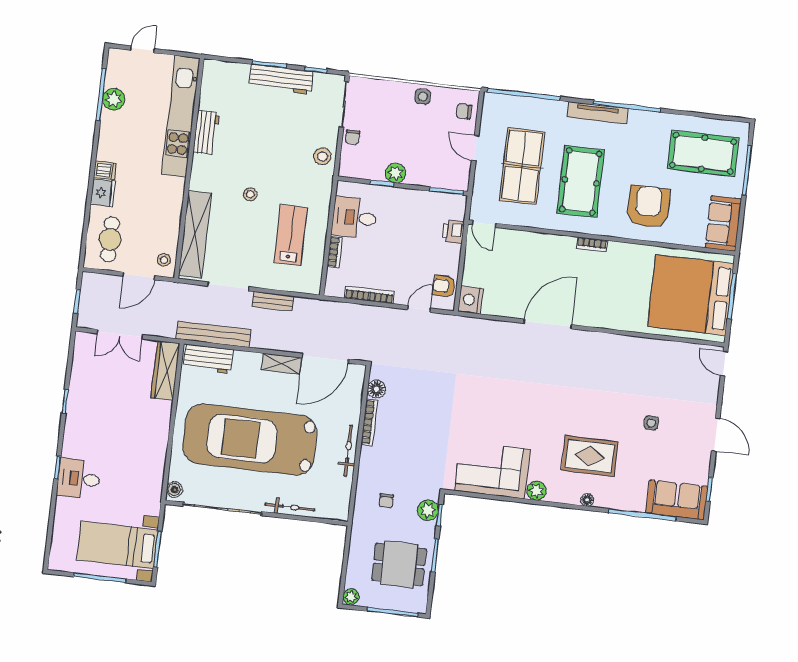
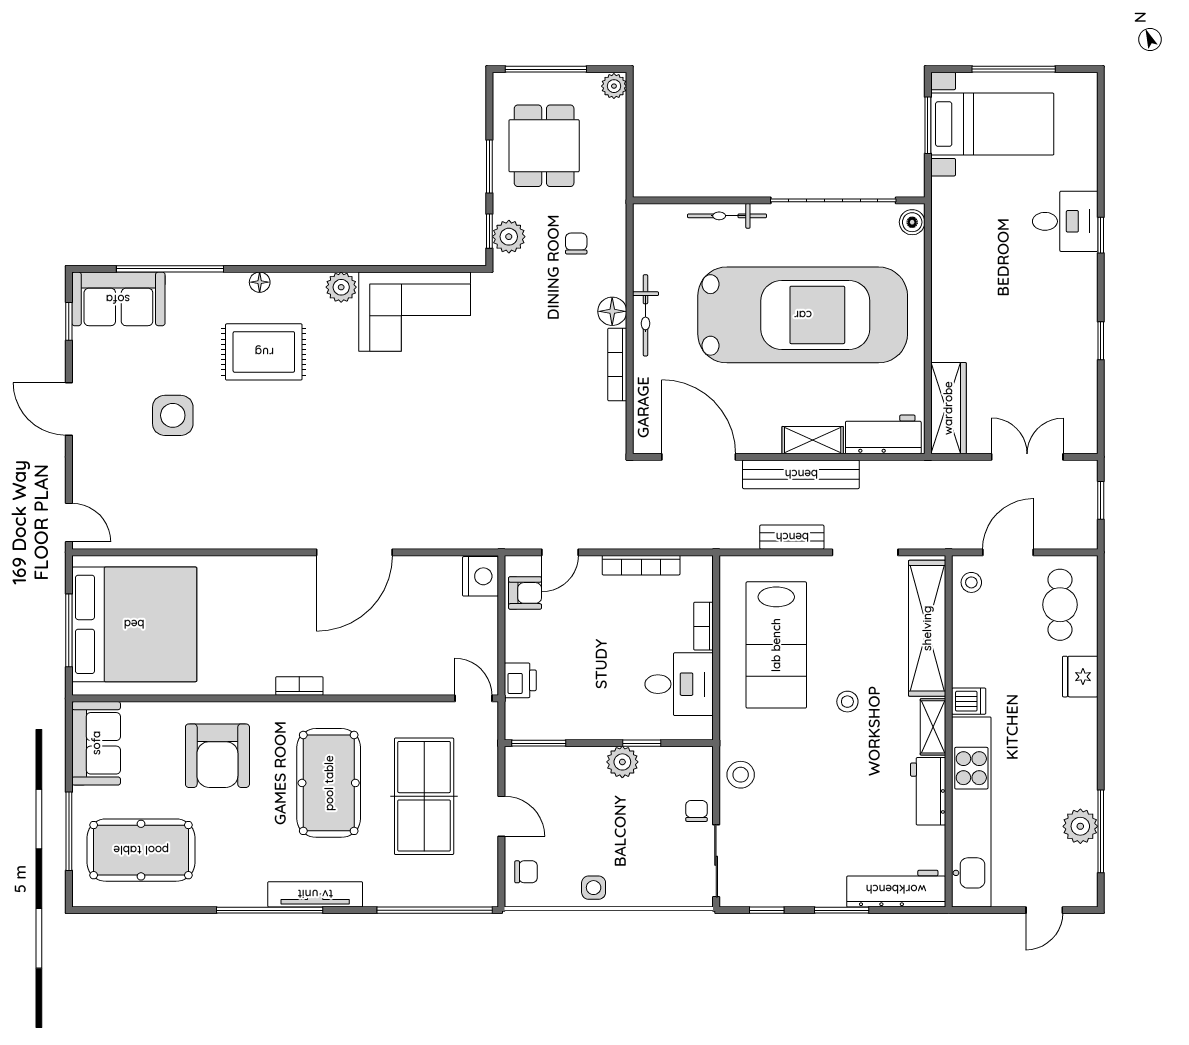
workbench: (281, 79) -> (896, 889), moved
dishwasher: (105, 170) -> (969, 701), moved, turned 180
shelving: (199, 172) -> (933, 727), added
lab bench: (291, 235) -> (776, 645), width x1.36, depth x1.39
bench: (213, 334) -> (801, 474), moved
door: (325, 358) -> (699, 457), hinge flipped
shelving: (281, 364) -> (813, 440), moved
floor lamp: (376, 389) -> (612, 311), moved
side table: (651, 423) -> (173, 415), width x1.87, depth x1.87
dining table: (399, 564) -> (544, 146), turned 90

